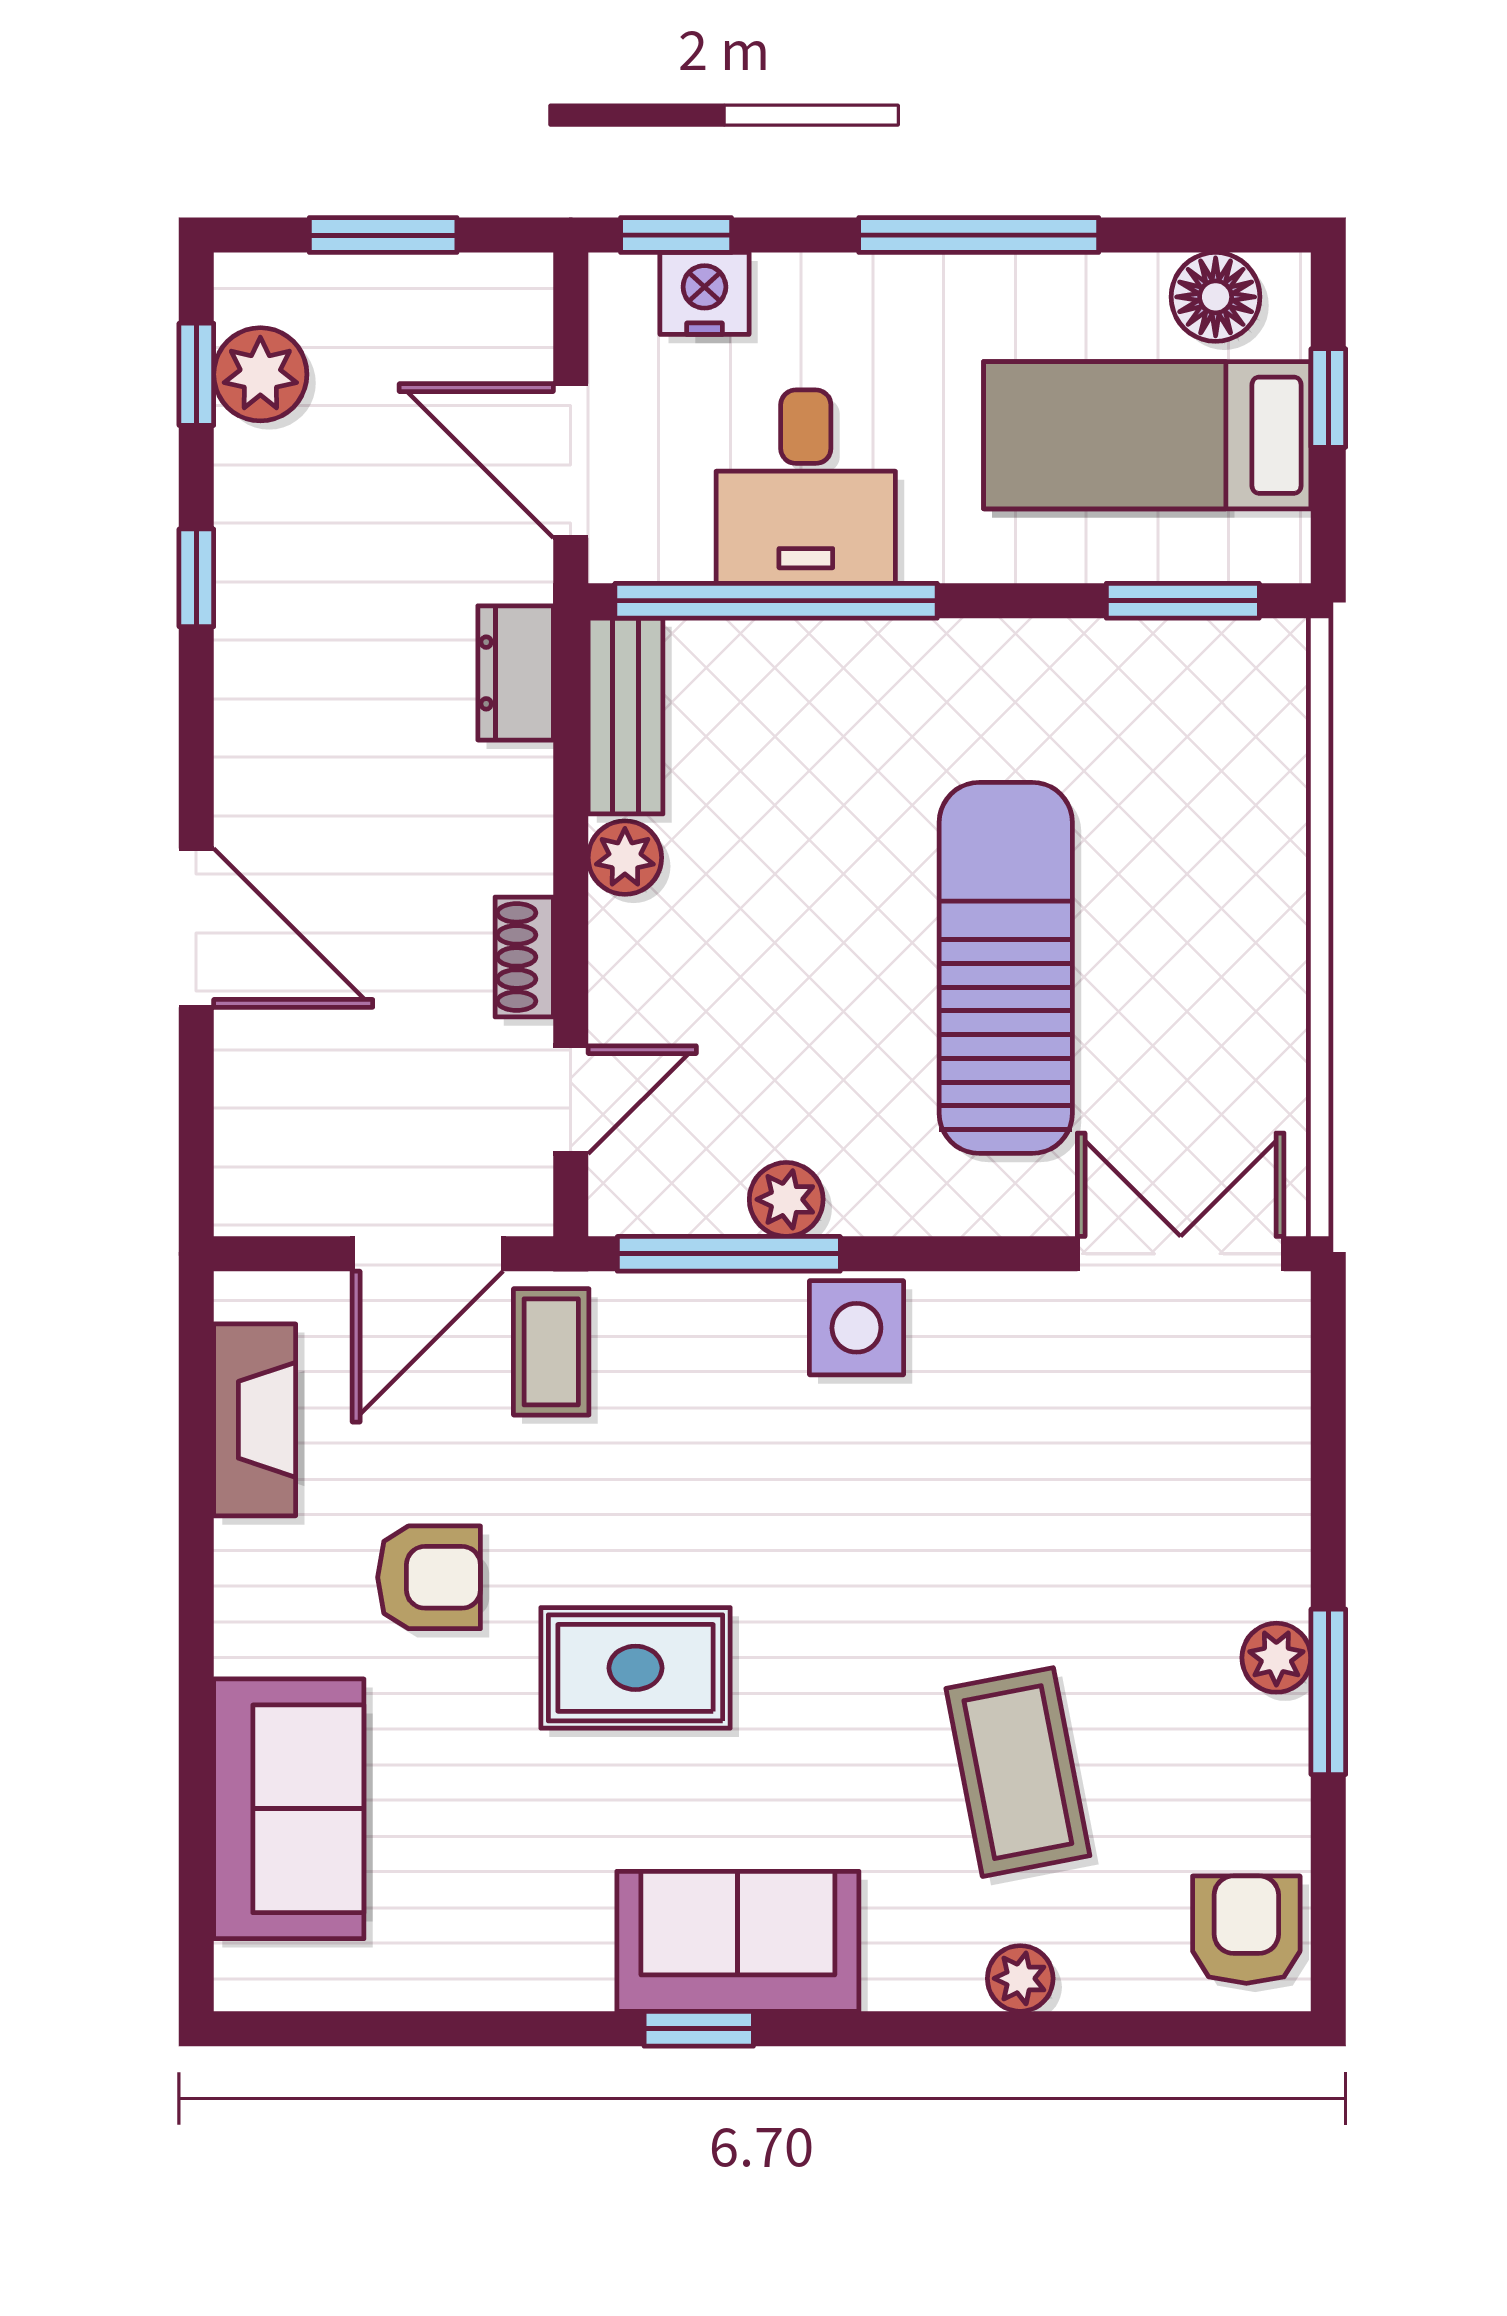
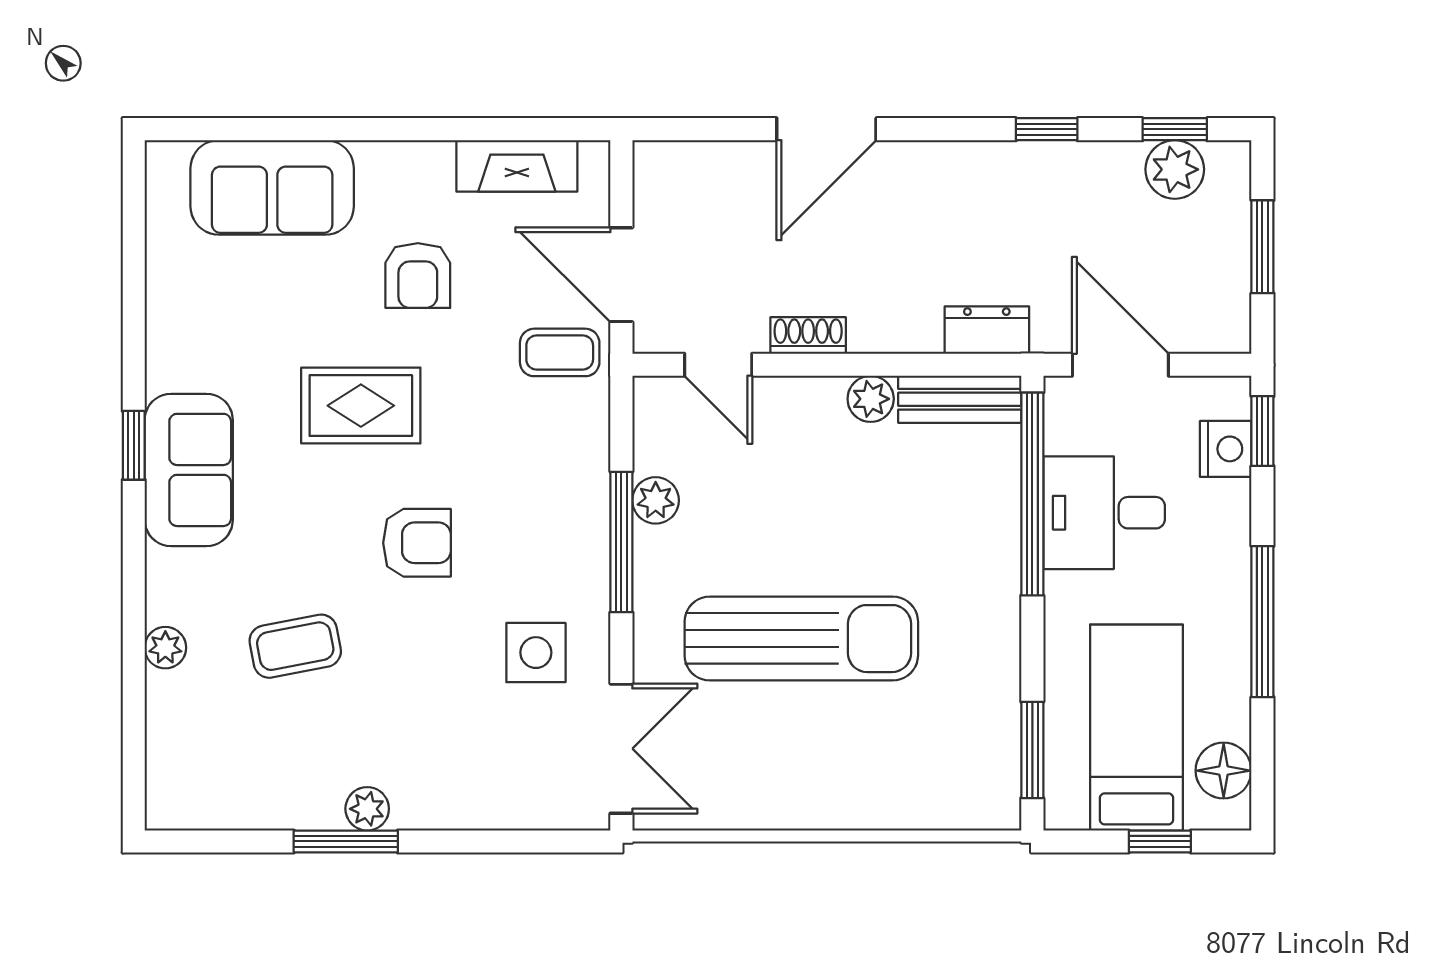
door: (571, 461) -> (1120, 365), hinge flipped
window: (729, 1254) -> (621, 542), moved
side table: (856, 1328) -> (536, 653), moved
rug: (635, 1668) -> (361, 406), turned 90
coffee table: (1018, 1772) -> (295, 646), width x0.73, depth x0.77
armchair: (1246, 1930) -> (417, 543), moved

